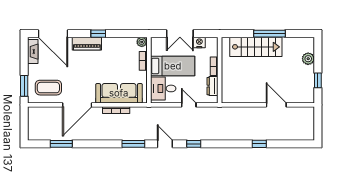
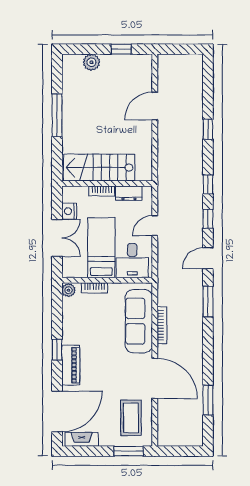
stairs: (256, 47) -> (99, 168), moved, turned -90
window: (219, 144) -> (208, 184), added

